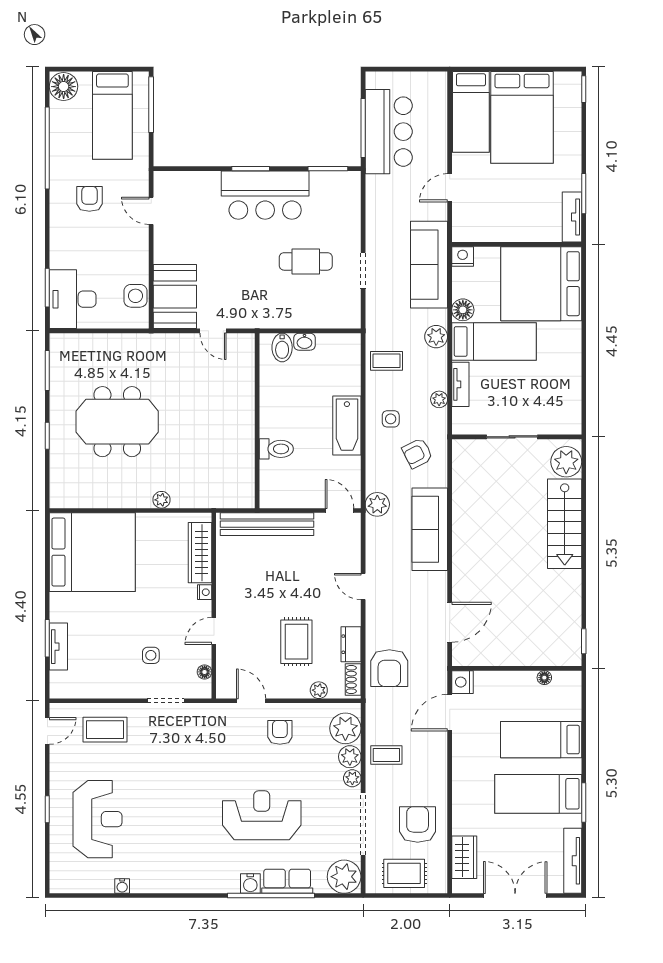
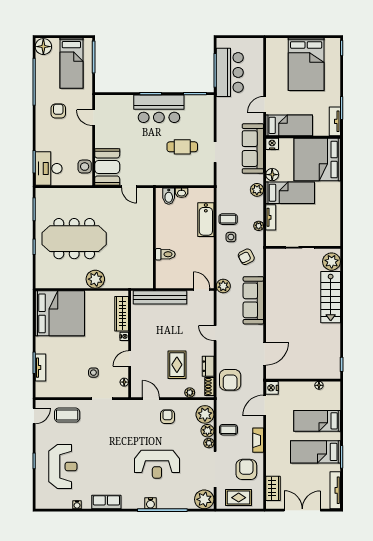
bed: (471, 112) -> (289, 125), moved, turned -90
coffee table: (387, 361) -> (228, 219), moved
meeting table: (117, 422) -> (74, 239), width x1.36
bathtub: (347, 425) -> (206, 220), moved
plant: (161, 500) -> (95, 279), width x1.88, depth x1.88
fireplace: (438, 773) -> (258, 440), added
reception desk: (262, 815) -> (157, 464), turned 180
row of seats: (287, 881) -> (106, 502), moved

